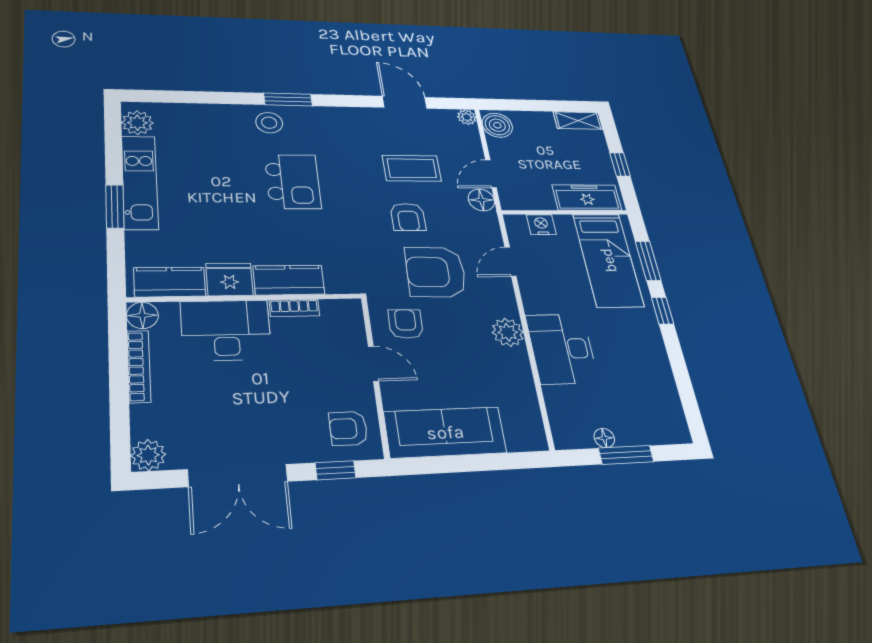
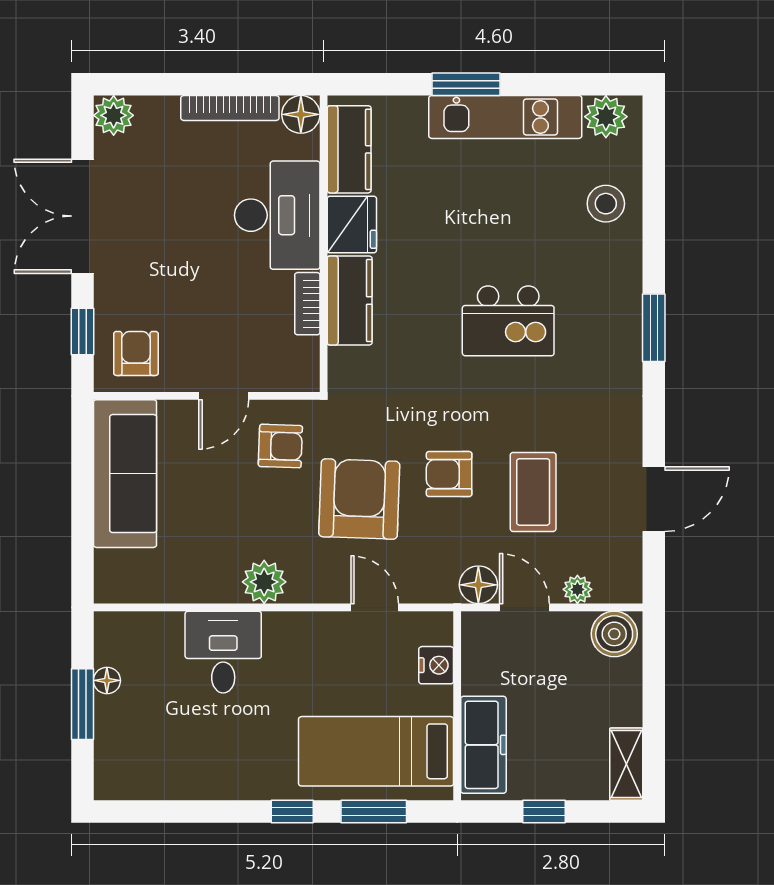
plant: (467, 117) -> (577, 589), moved
stool: (269, 123) -> (606, 204), moved
desk: (562, 349) -> (223, 652), width x0.73

